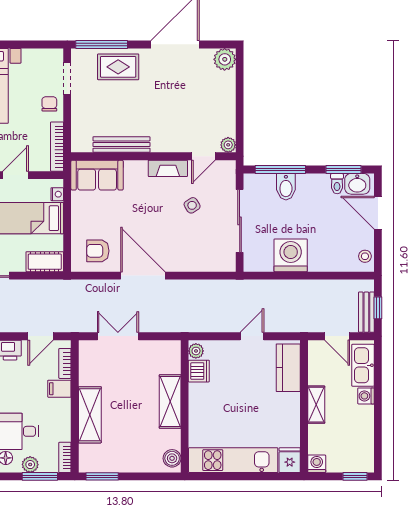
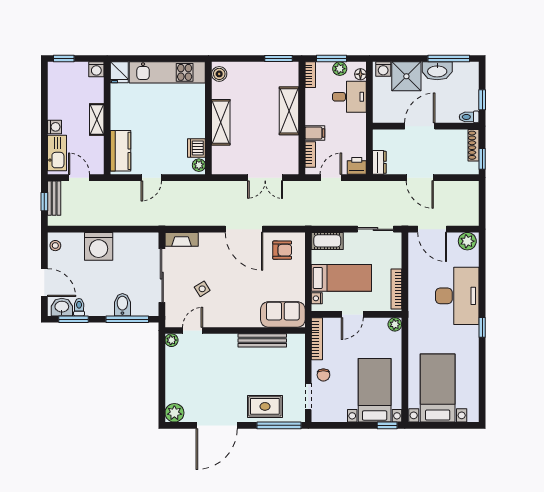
fireplace: (168, 168) -> (182, 239), moved, turned 180
washing machine: (291, 255) -> (99, 246), moved

